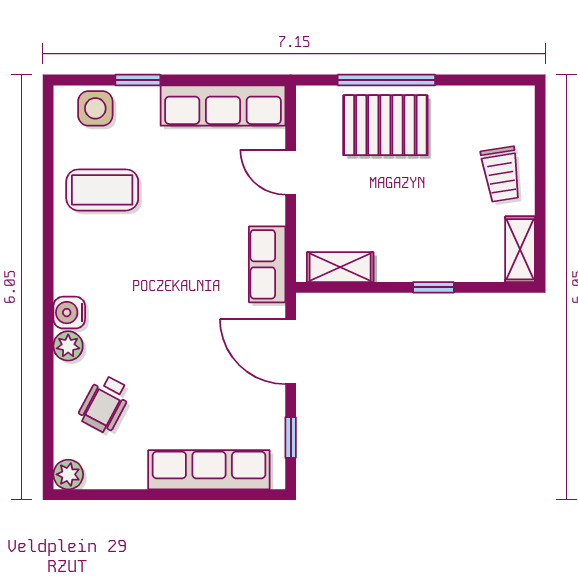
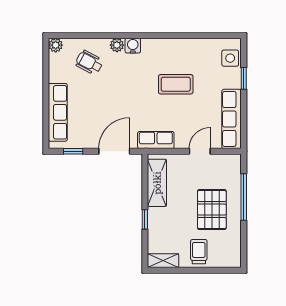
pallet: (385, 125) -> (212, 210), moved
trolley: (501, 174) -> (199, 252), turned 99
coffee table: (102, 190) -> (176, 84), moved, turned 90
shelving: (340, 267) -> (157, 183), width x1.50, depth x1.33

